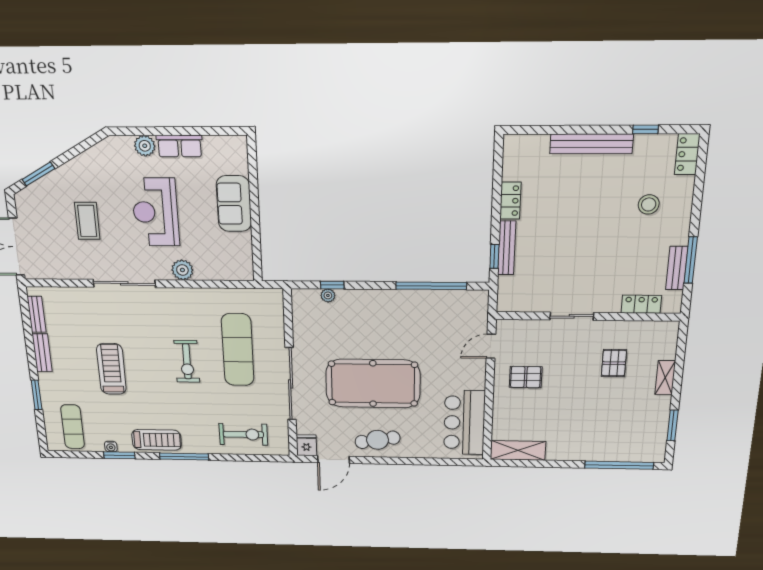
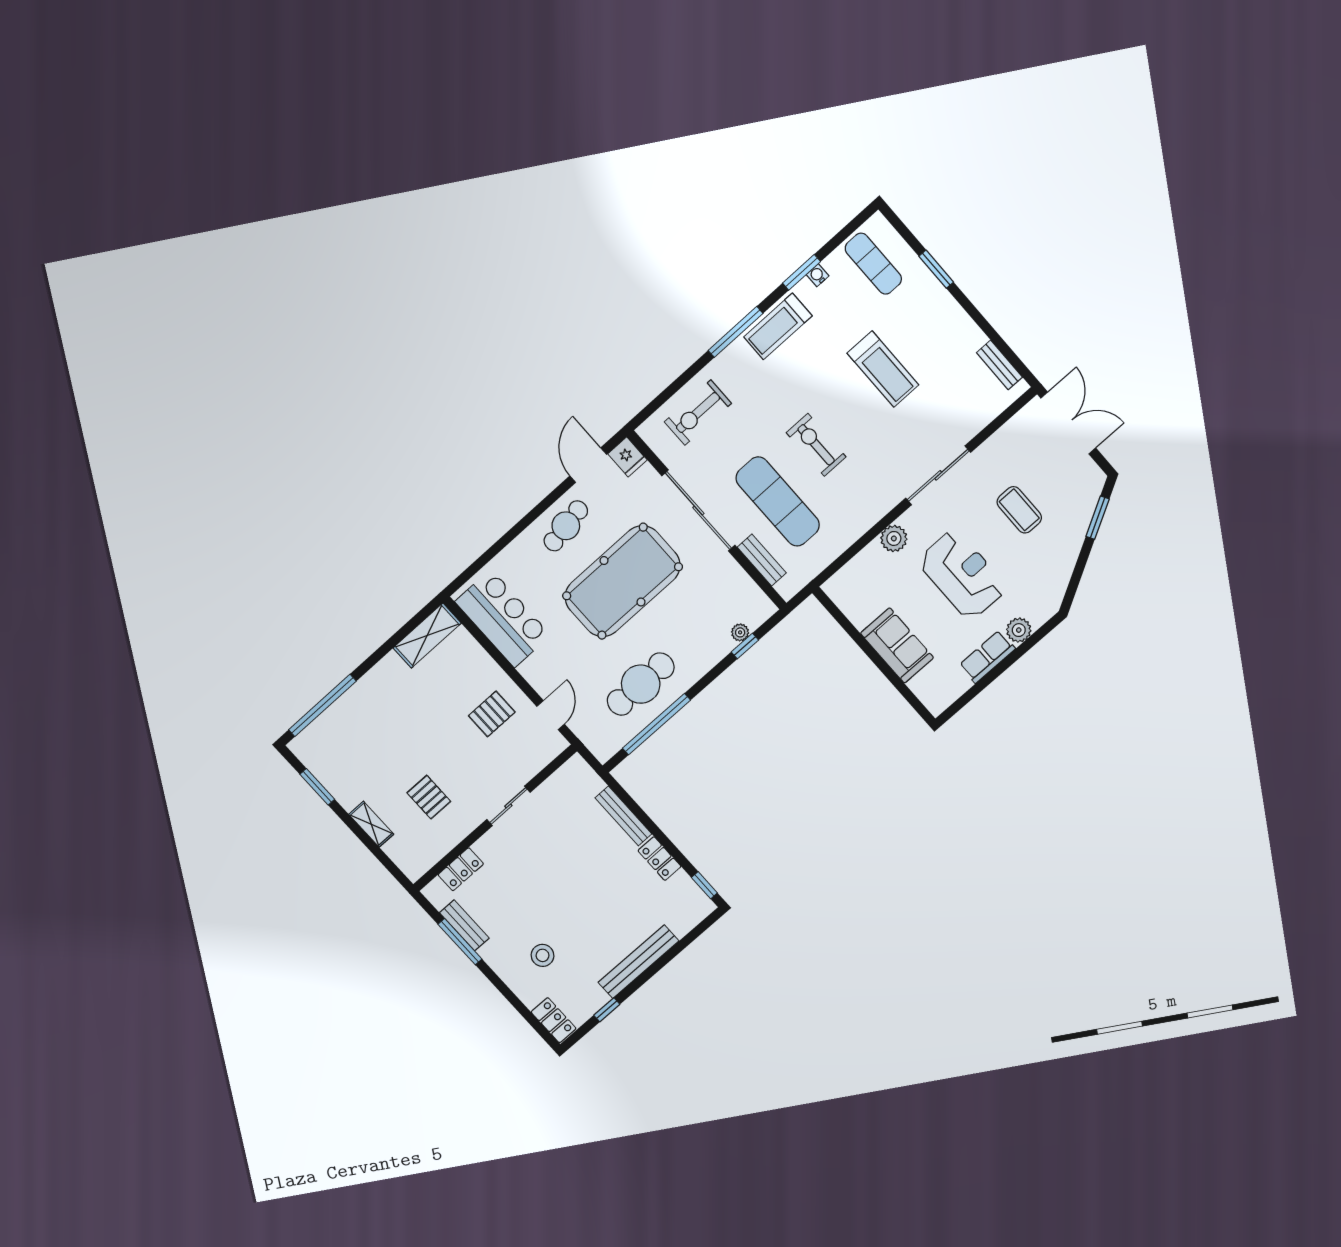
window: (494, 256) -> (704, 885), moved
cafe table: (418, 317) -> (641, 684), added
bench: (42, 353) -> (762, 560), moved

